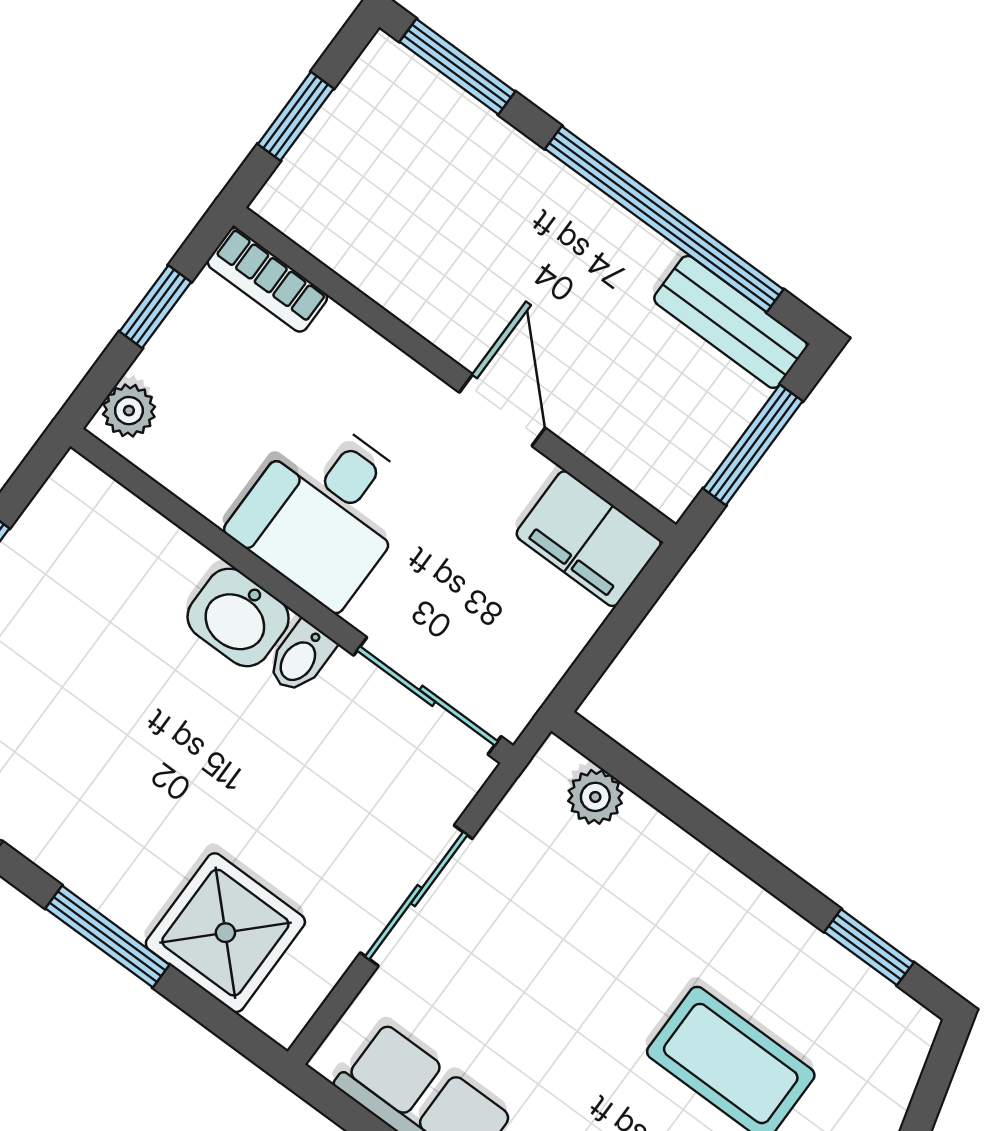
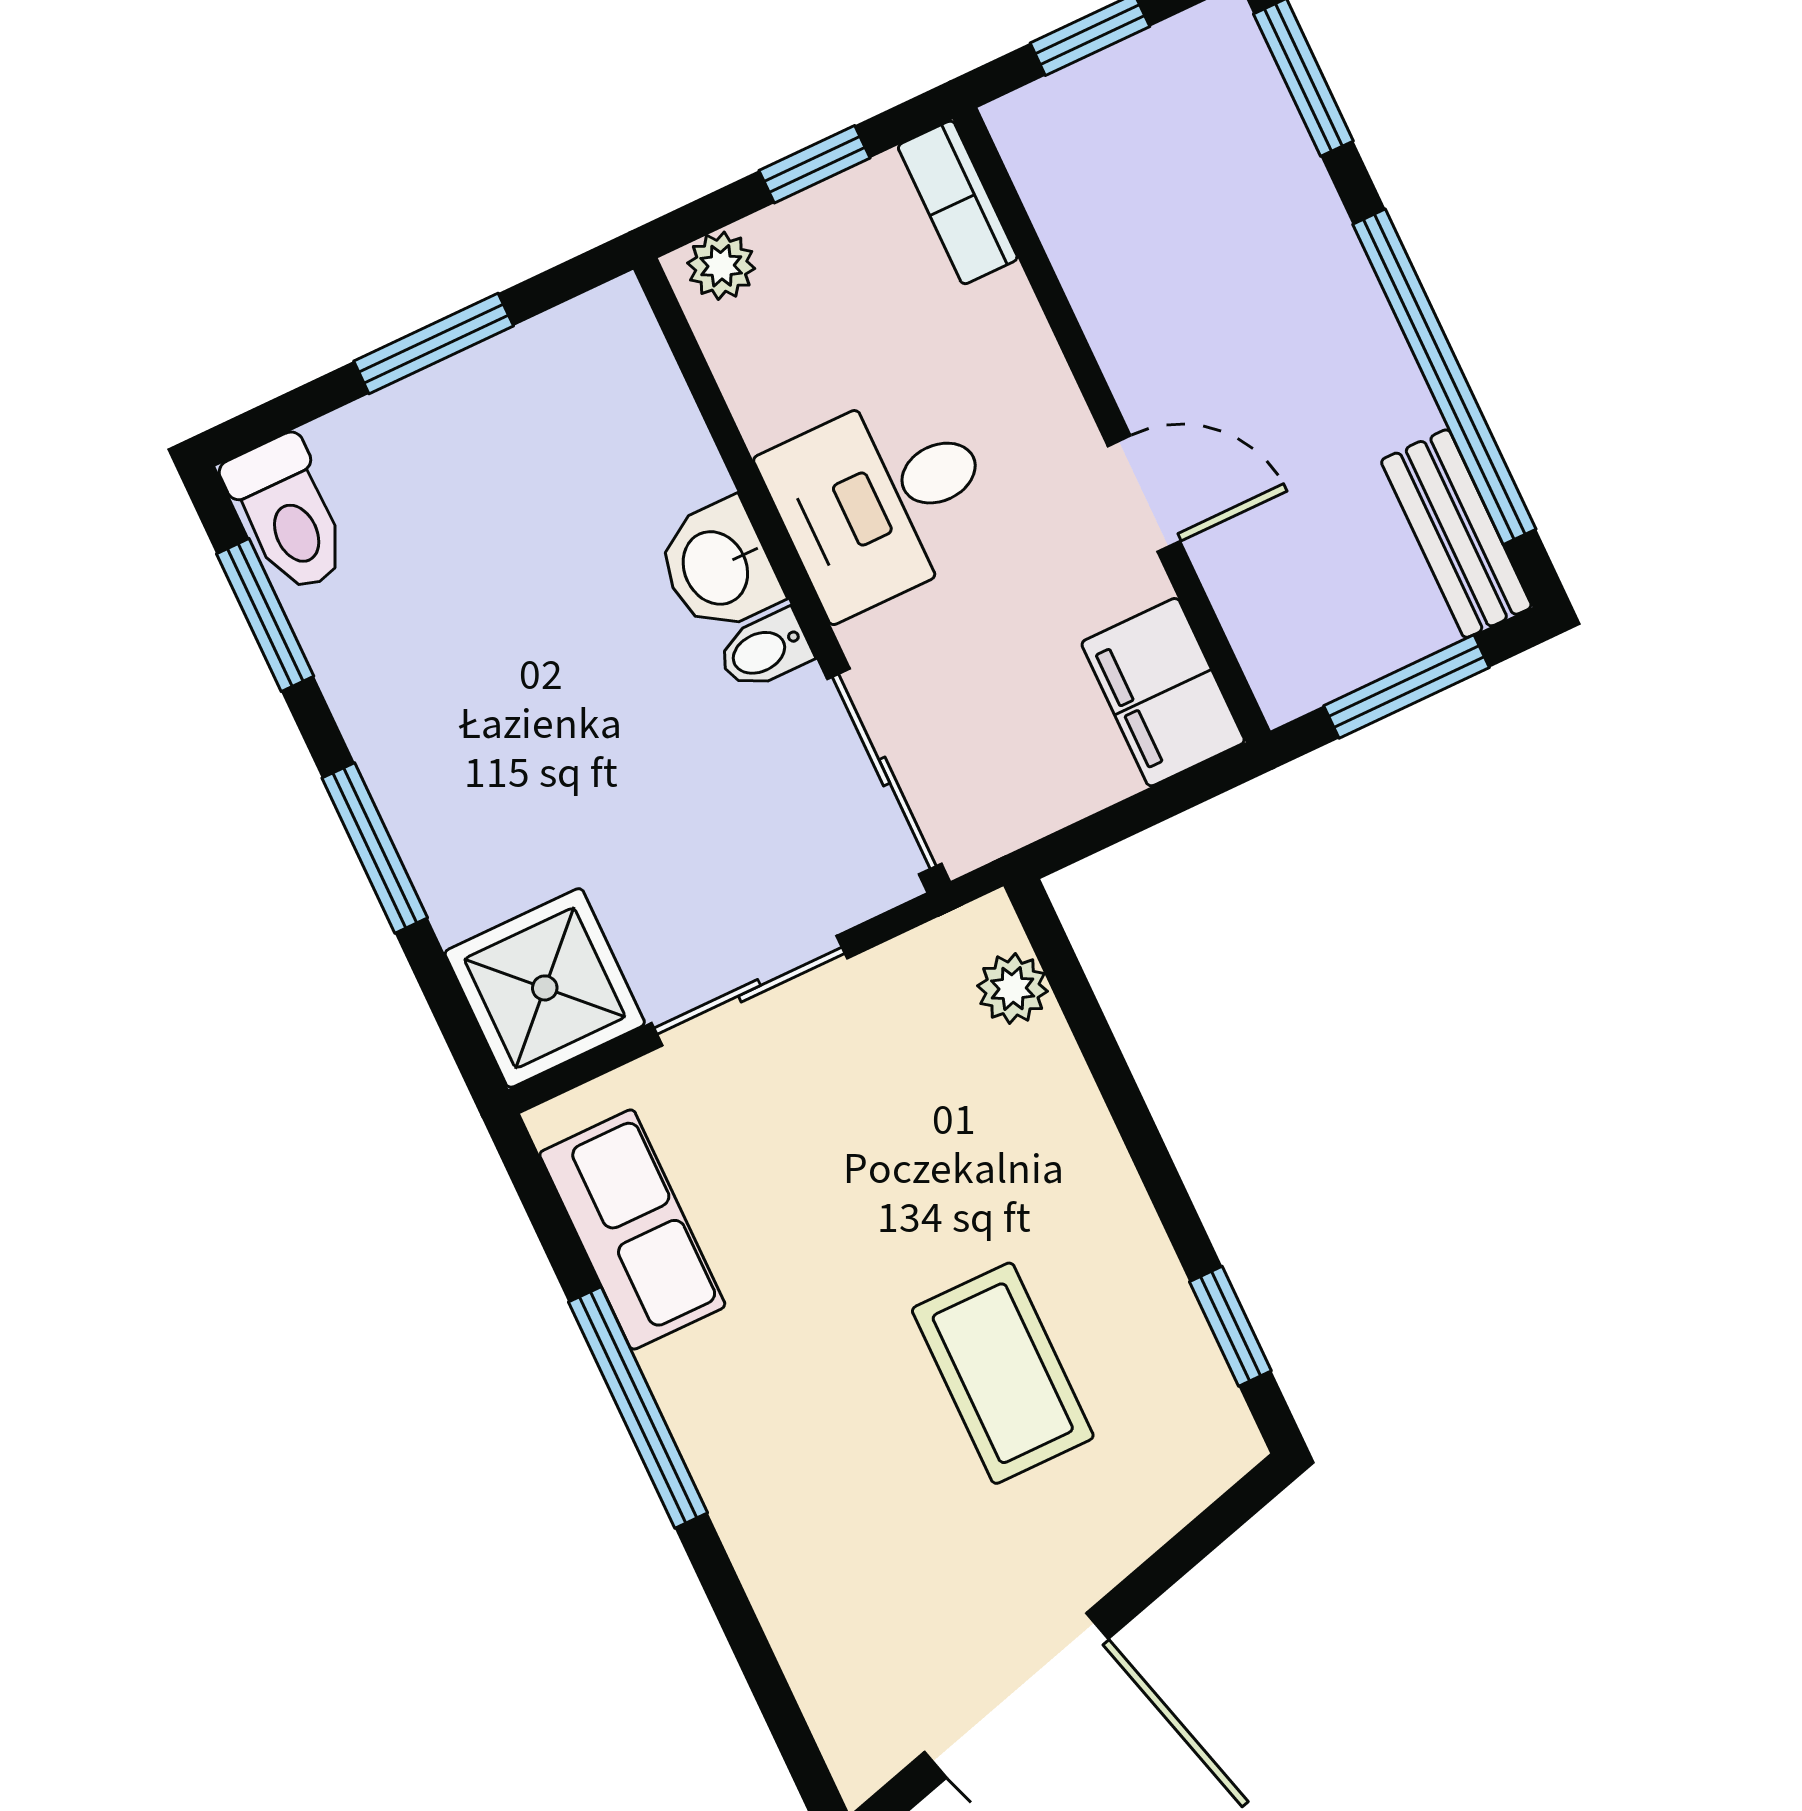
door: (502, 410) -> (1144, 494), hinge flipped
shower: (225, 933) -> (545, 988), moved

